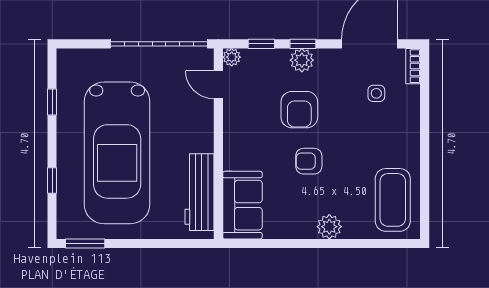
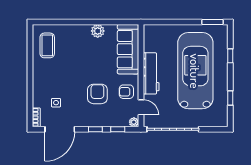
plant: (302, 60) -> (96, 121), removed
armchair: (309, 161) -> (126, 92), moved, turned 180
workbench: (199, 192) -> (151, 73), moved
coffee table: (393, 200) -> (47, 45), width x0.73, depth x0.76
sofa: (242, 205) -> (128, 49), width x1.36
plant: (329, 227) -> (98, 31), moved

